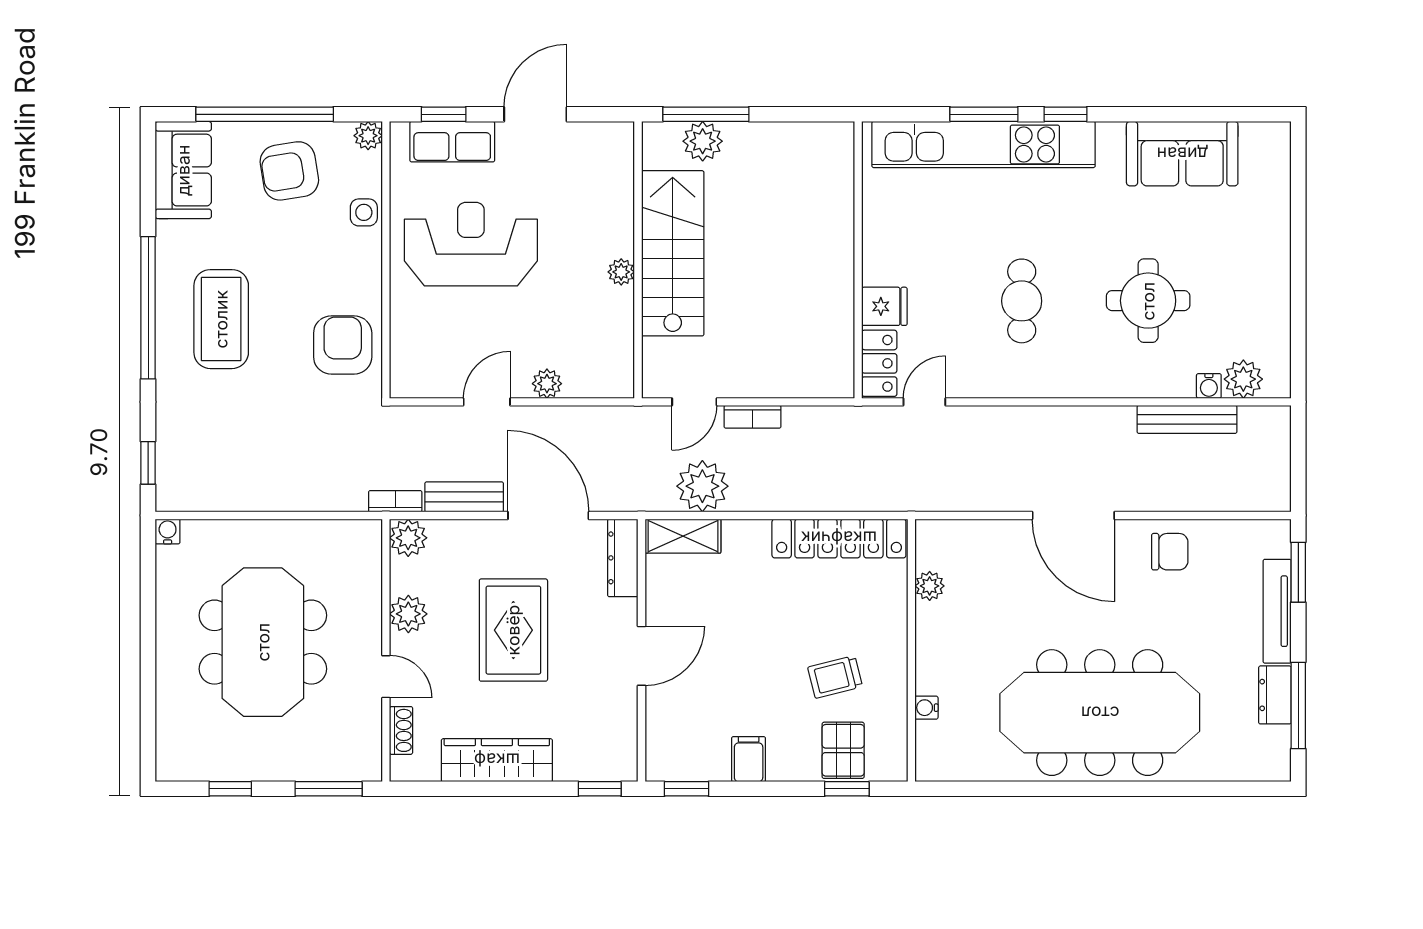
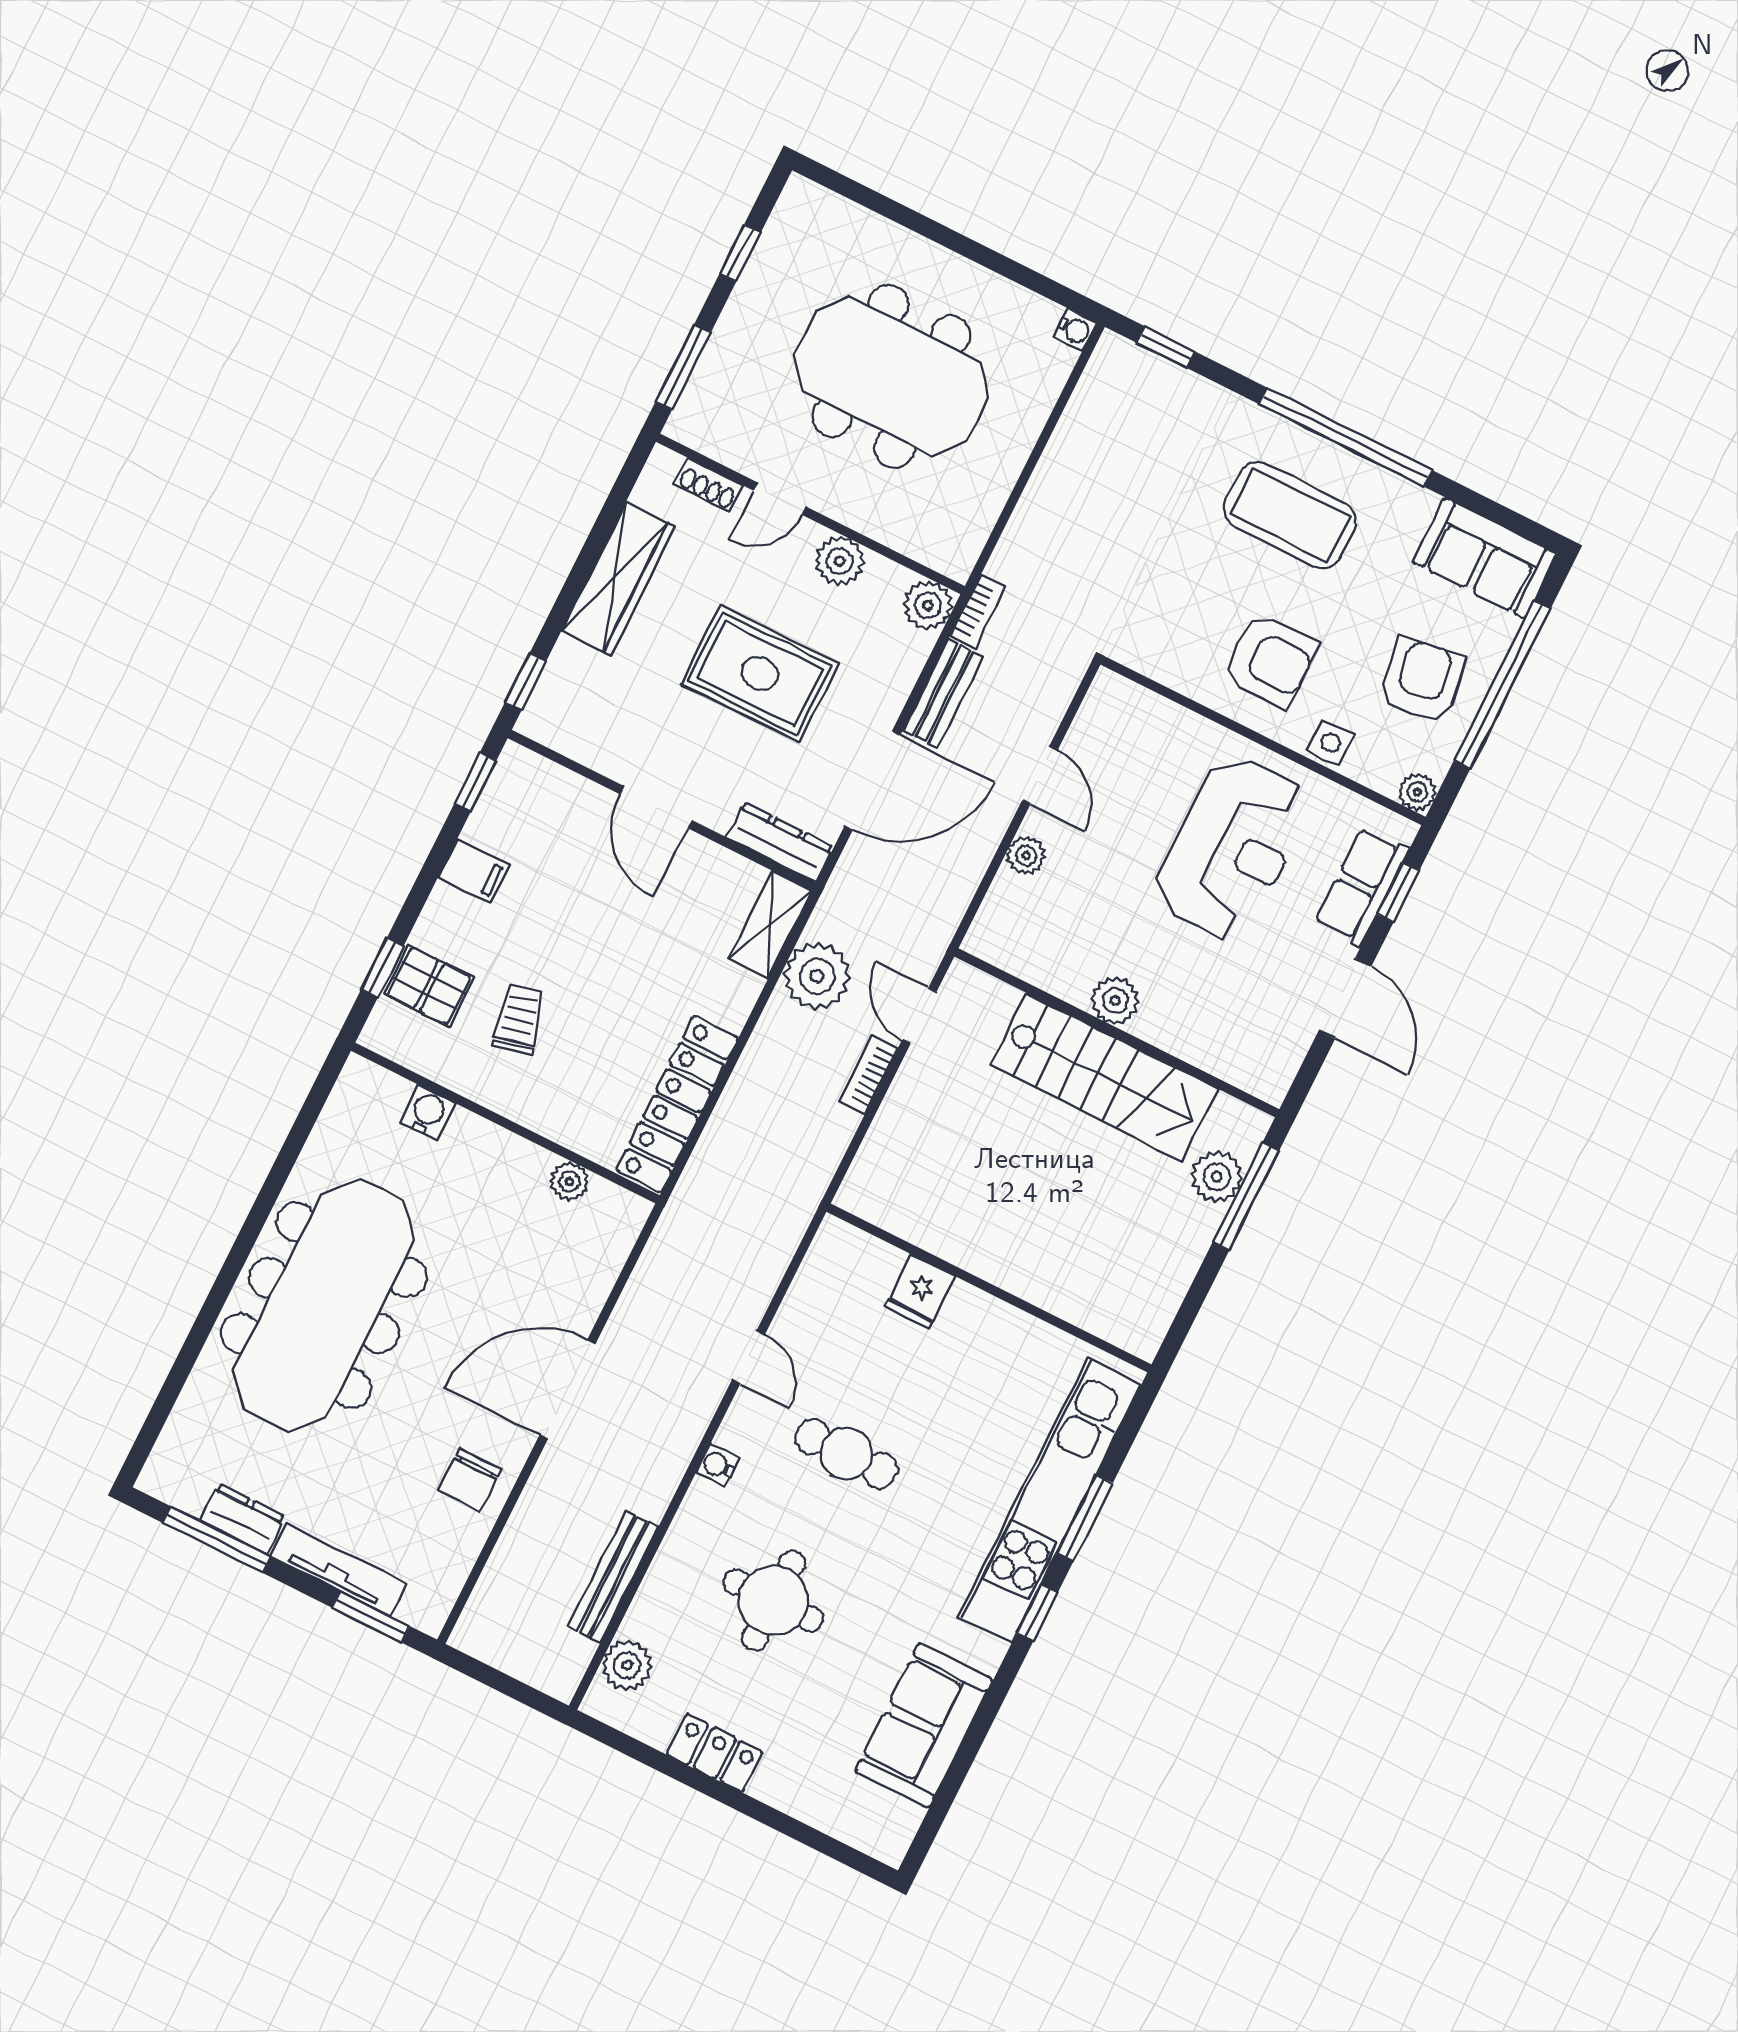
plant: (621, 272) -> (1115, 1001), width x1.38, depth x1.38
armchair: (343, 345) -> (1270, 660), moved
locker: (879, 363) -> (714, 1753), moved, turned 180
water cooler: (1209, 386) -> (717, 1465), moved
door: (924, 402) -> (749, 1357), moved
water cooler: (926, 708) -> (428, 1112), width x1.38, depth x1.38

